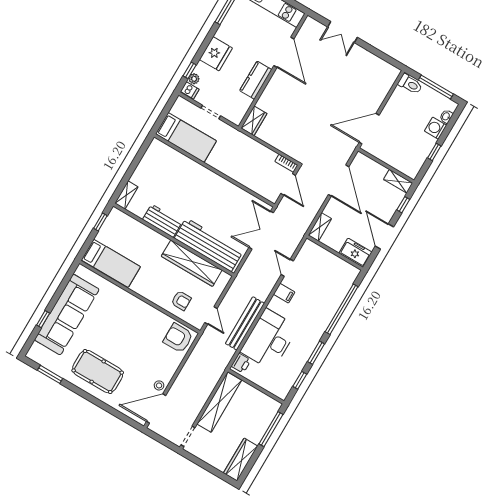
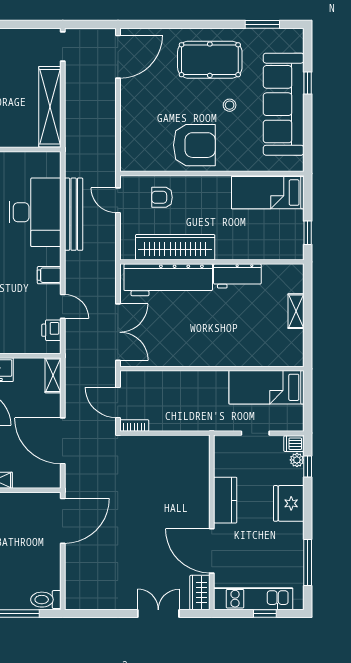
wardrobe: (254, 121) -> (200, 593), moved
shelving: (126, 195) -> (296, 311), moved
armchair: (178, 338) -> (194, 145), moved, width x1.36, depth x1.36
printer: (241, 363) -> (51, 330), moved
stool: (159, 385) -> (230, 105), moved

